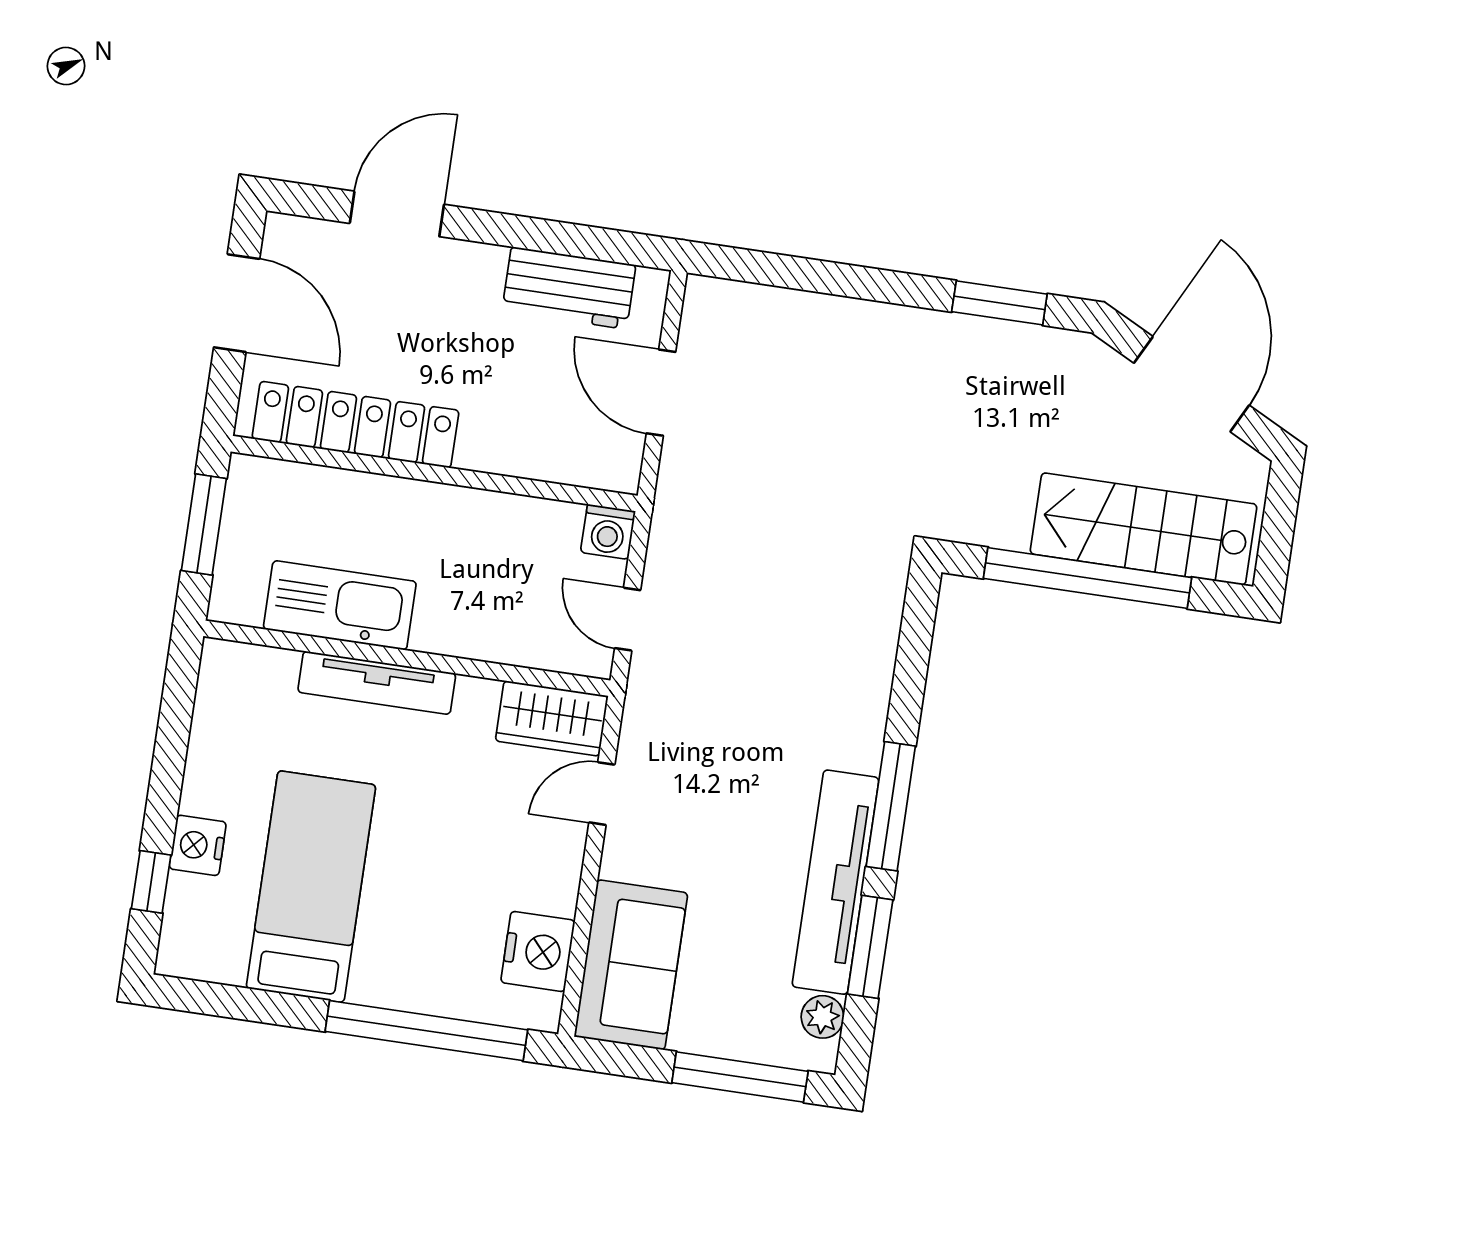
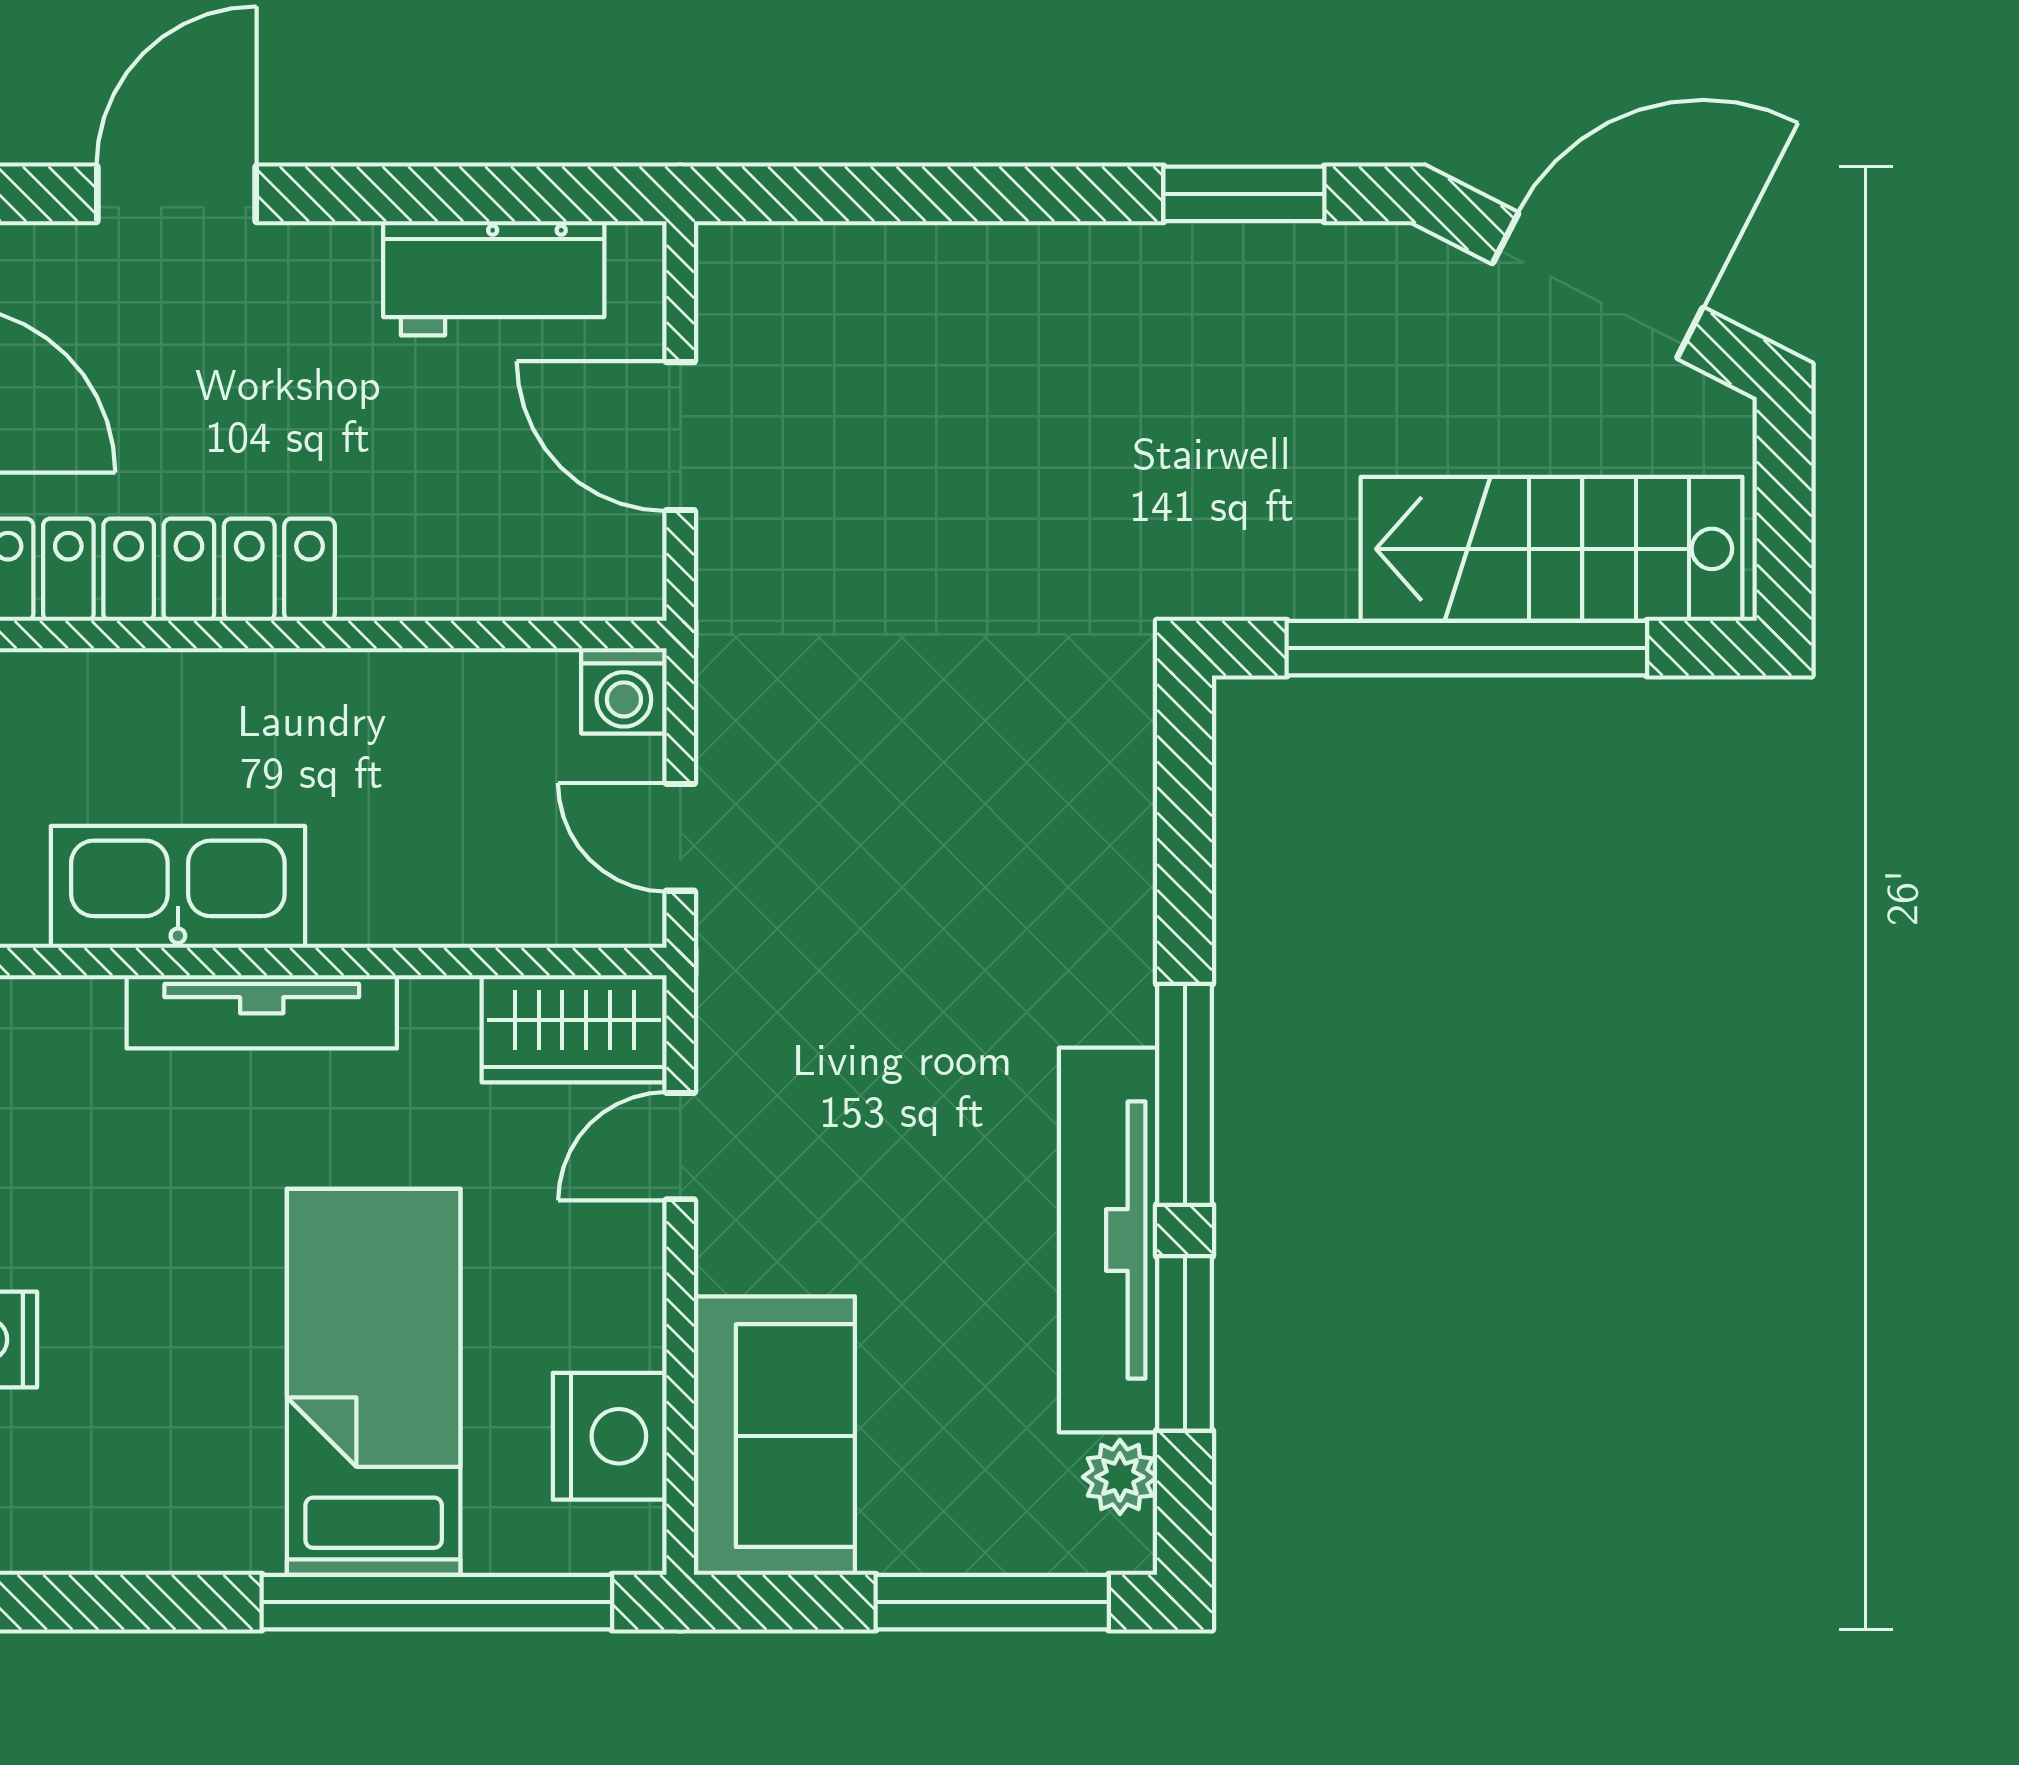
door: (1192, 384) -> (1598, 285), hinge flipped
bed: (311, 887) -> (374, 1382), moved

